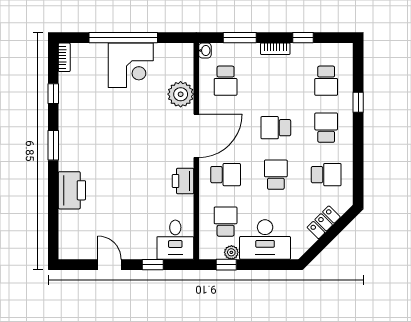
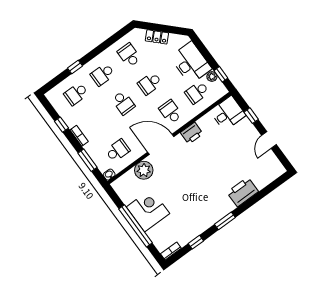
school desk: (326, 81) -> (76, 94), turned 180

